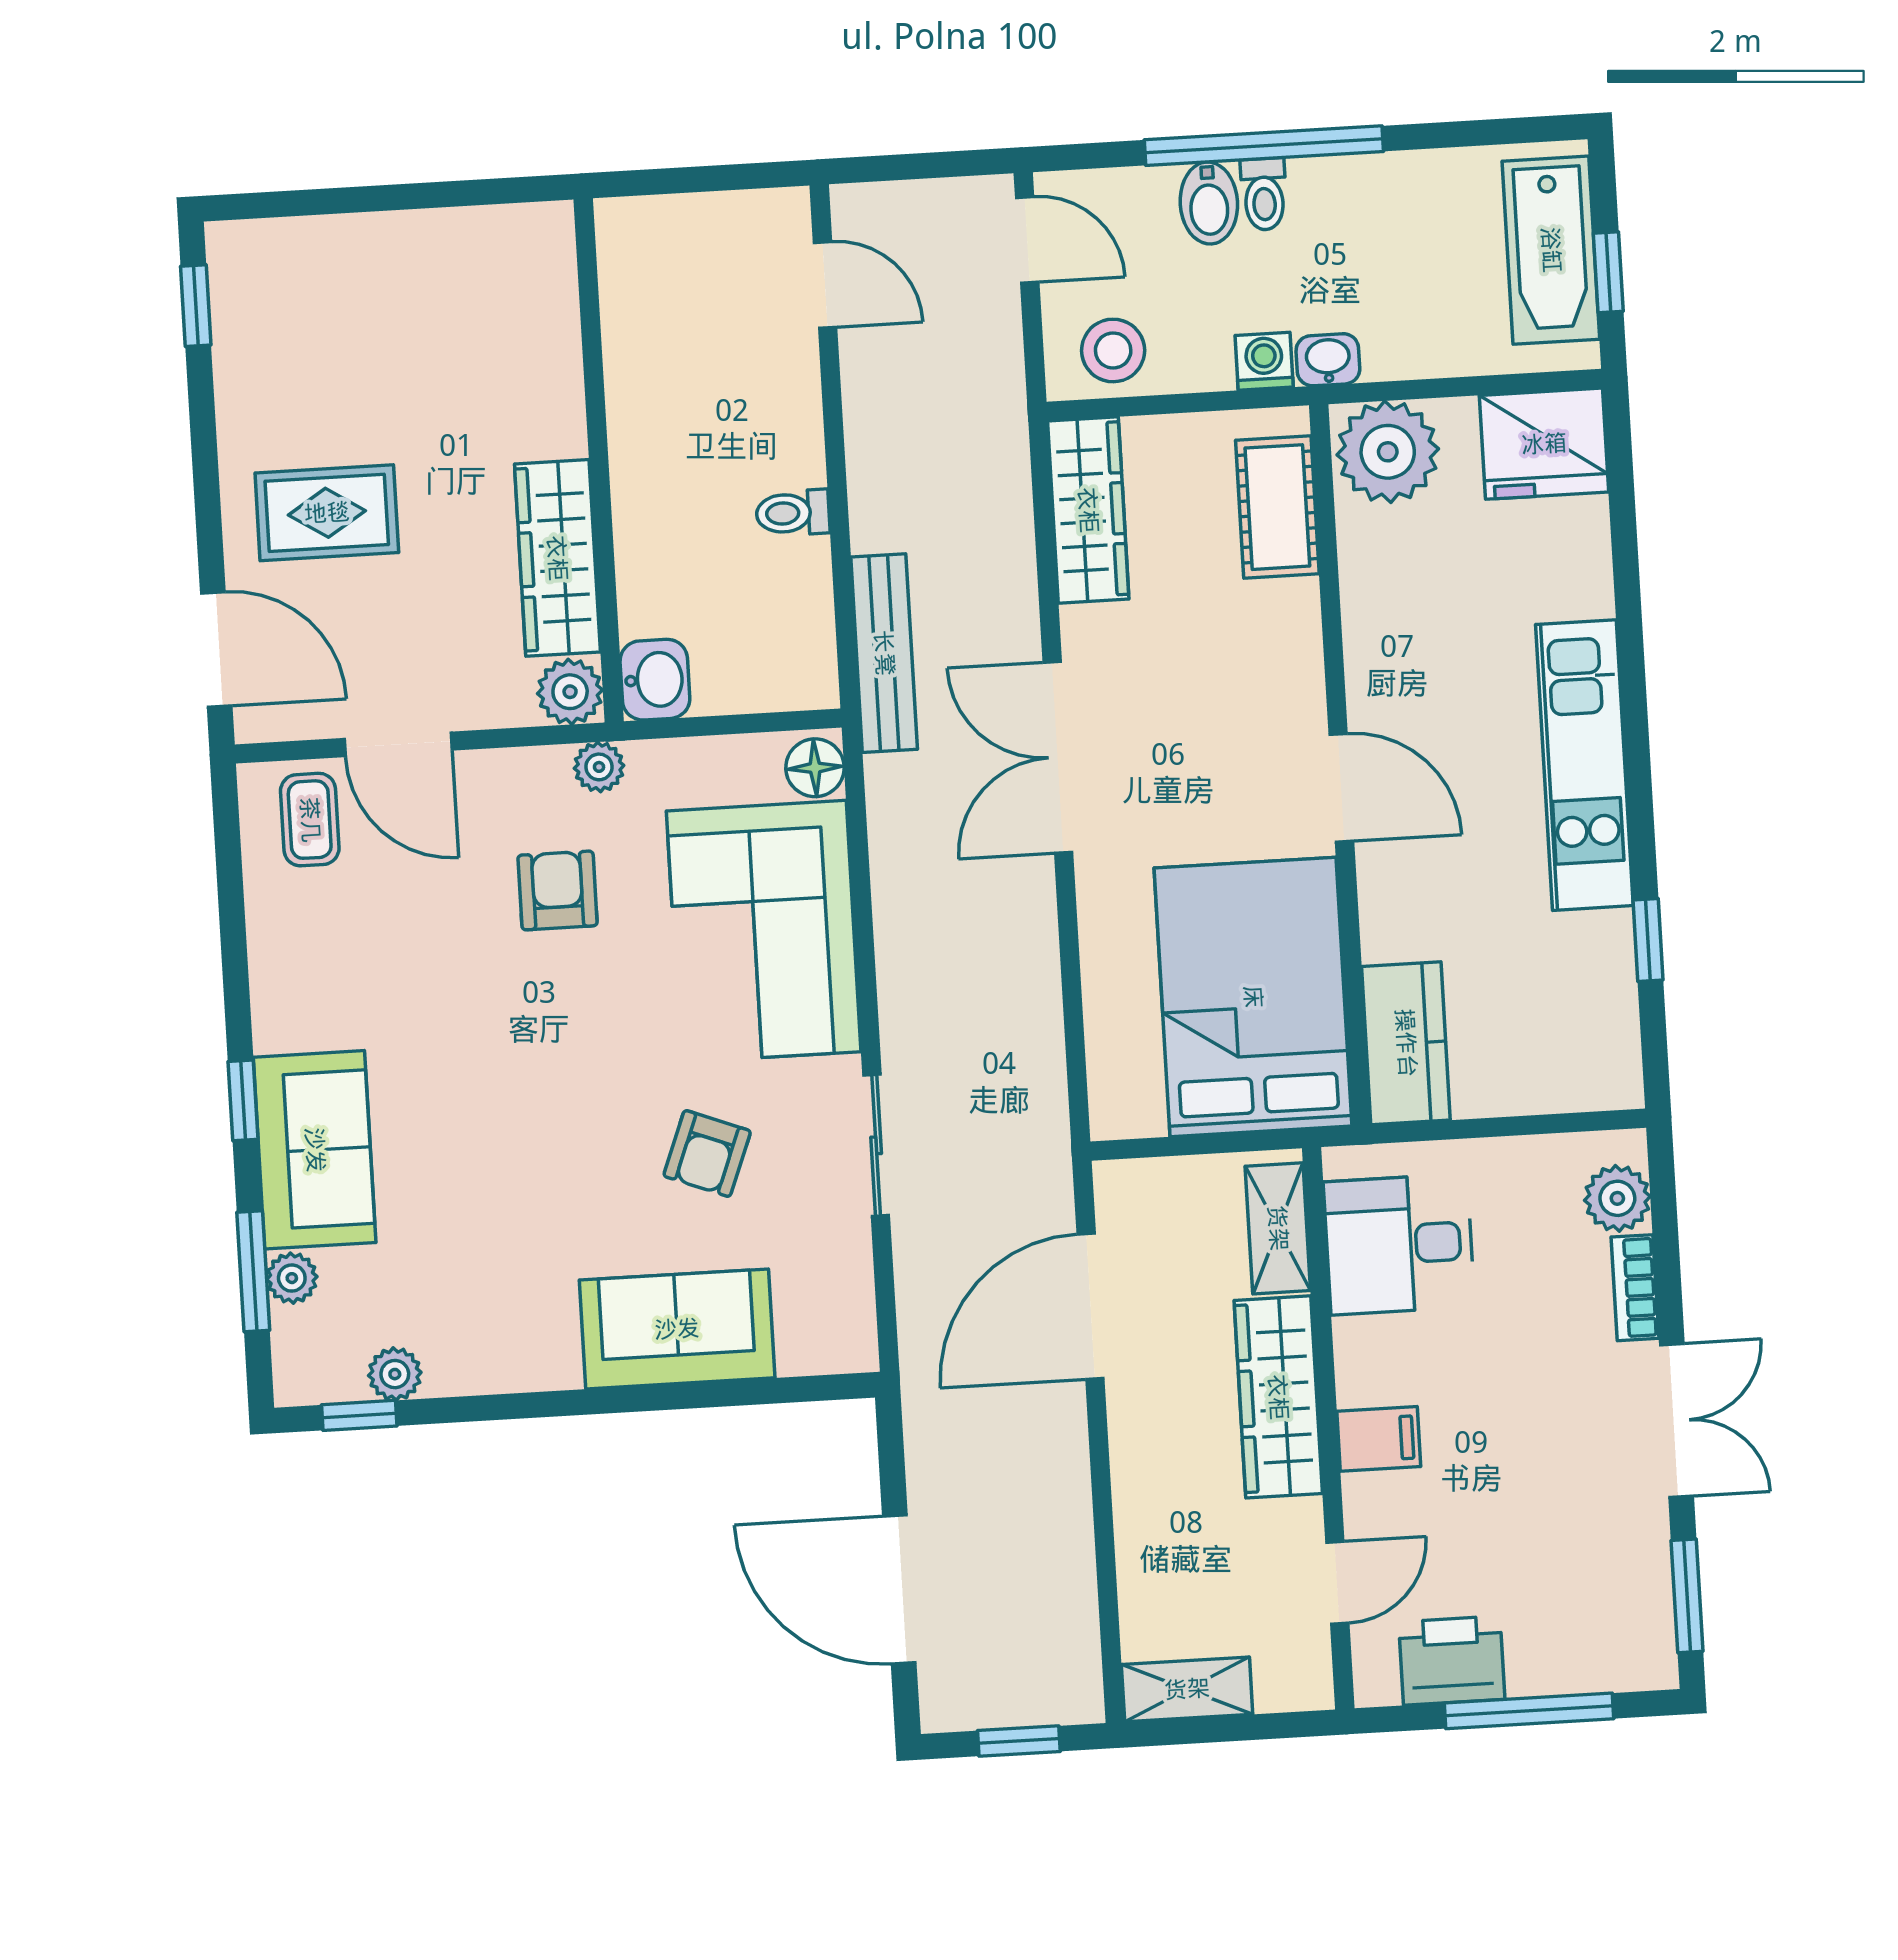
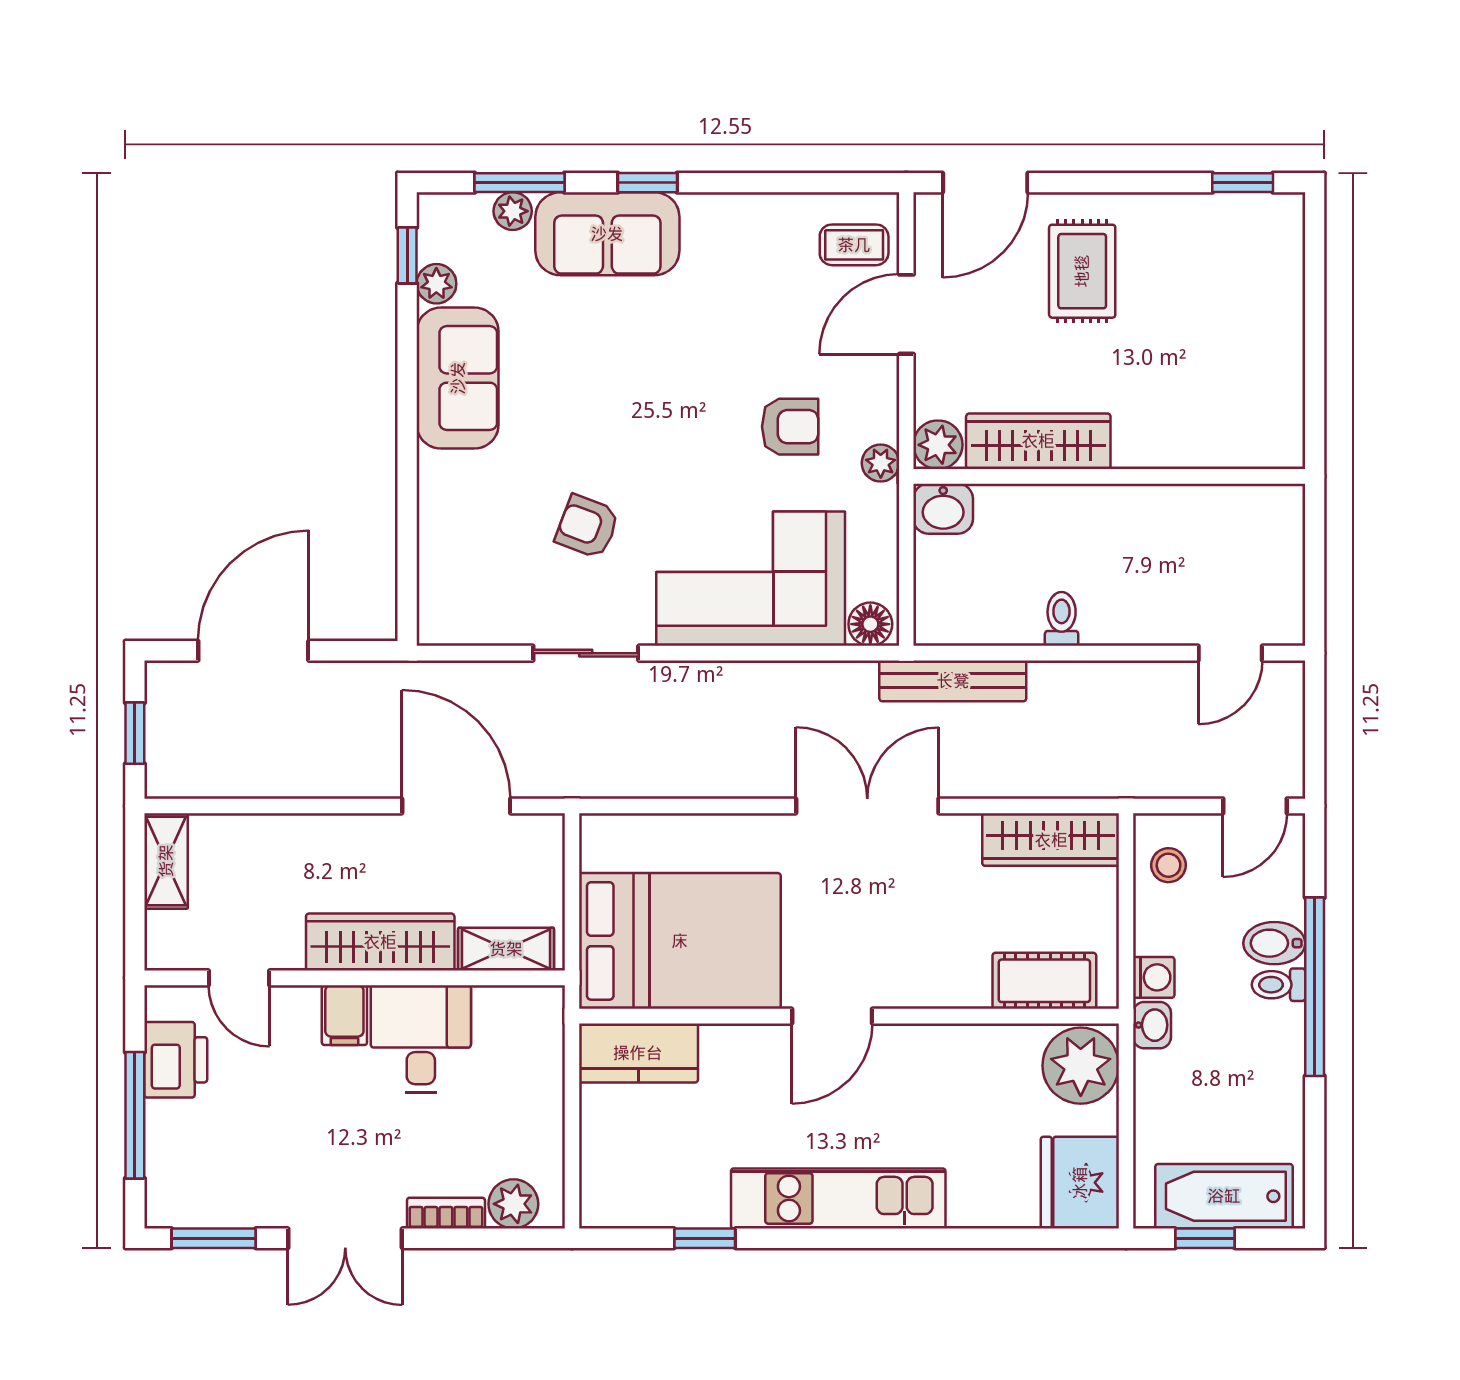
stool: (1113, 350) -> (1169, 865), width x0.73, depth x0.73
desk: (1399, 1244) -> (421, 1039), moved
sofa: (677, 1329) -> (458, 378), moved

